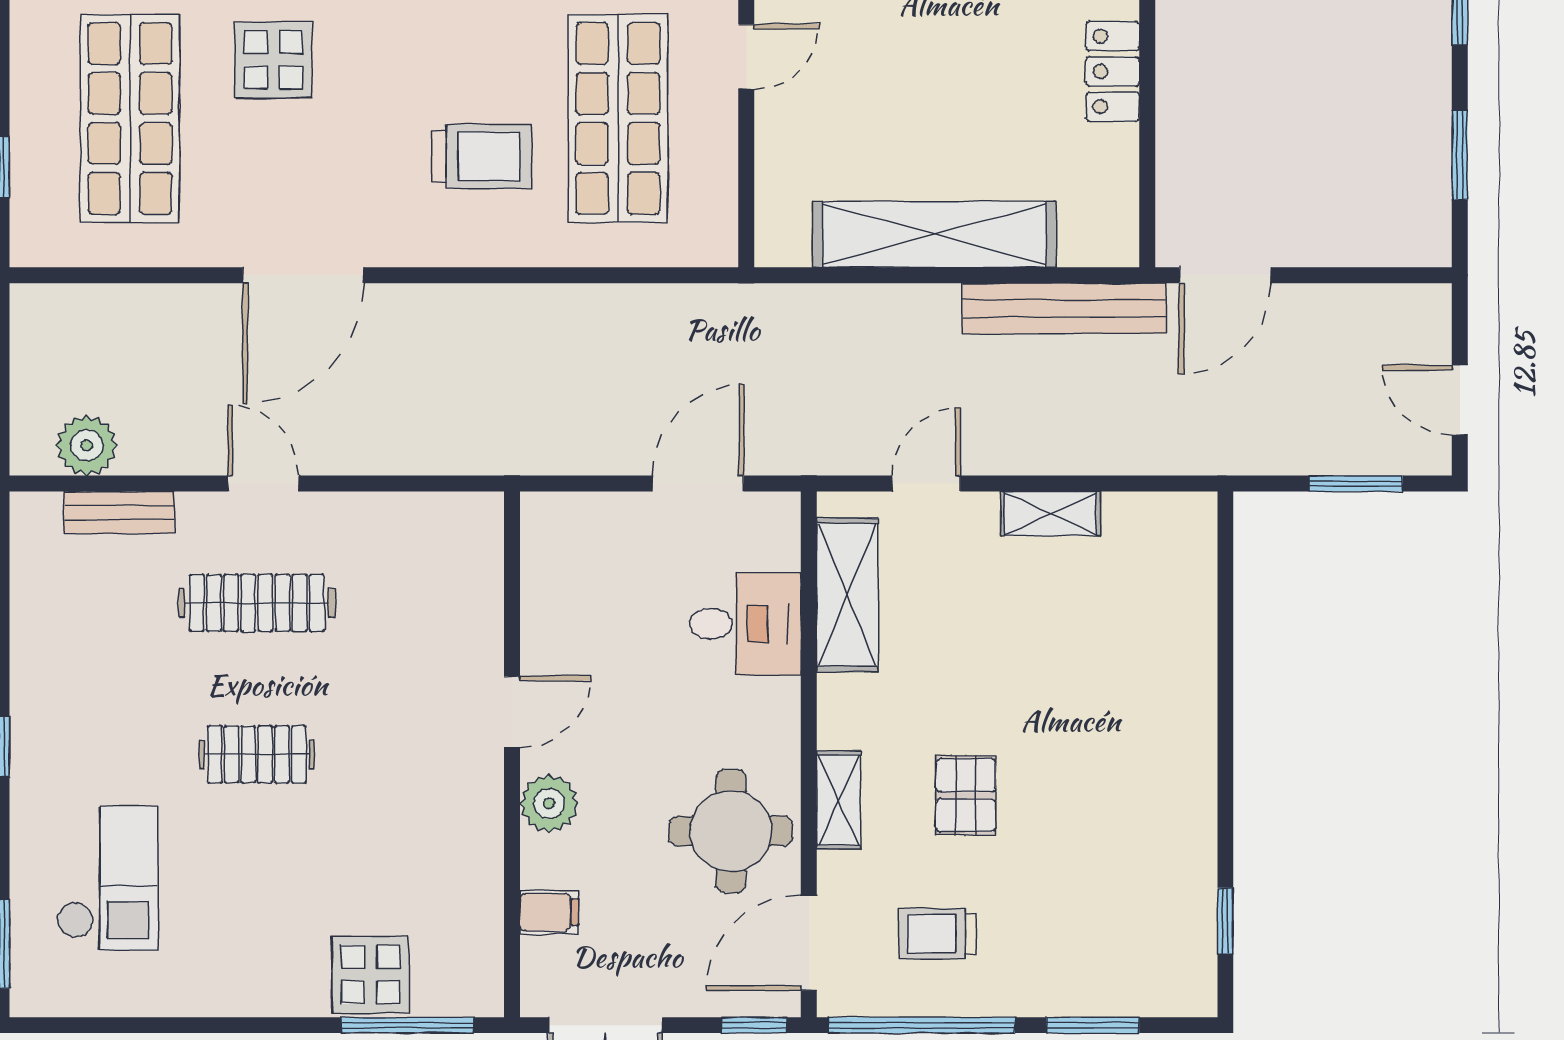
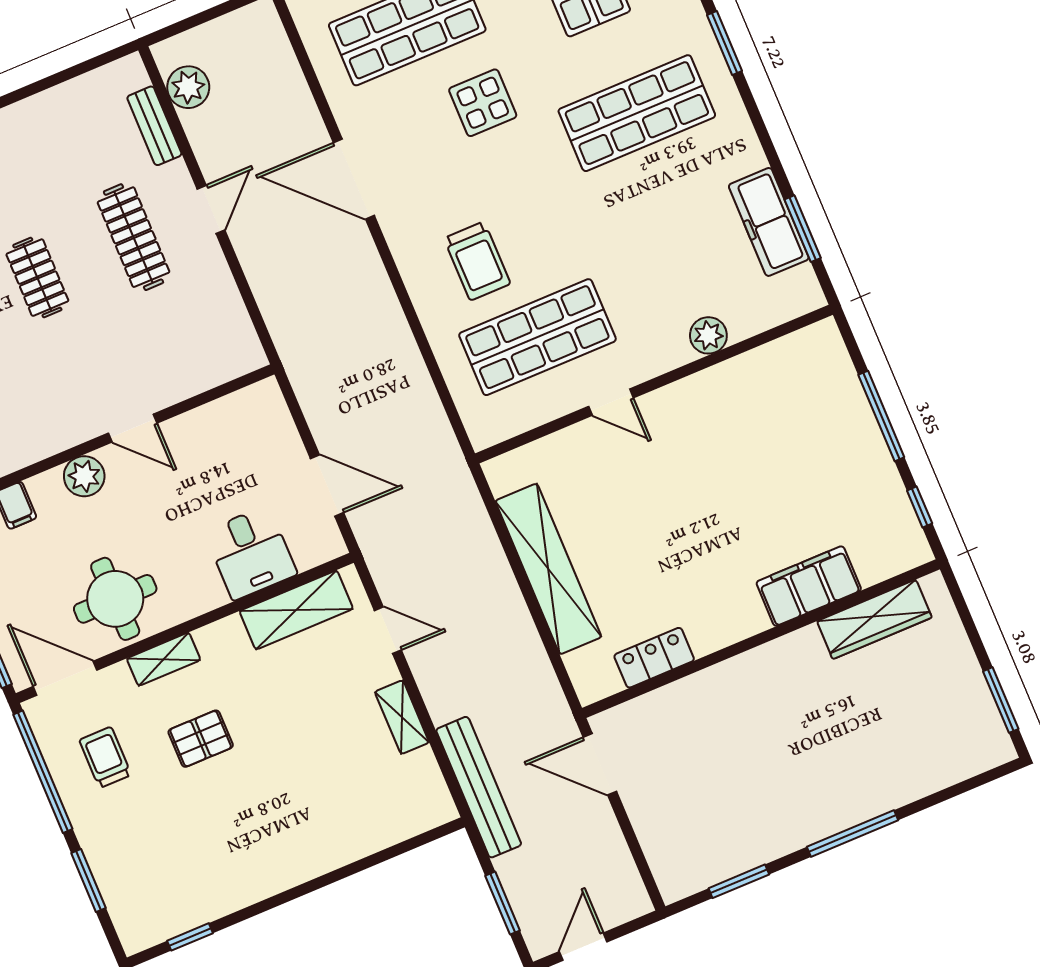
locker: (1113, 71) -> (654, 658), moved
bench: (1064, 308) -> (479, 787), moved

